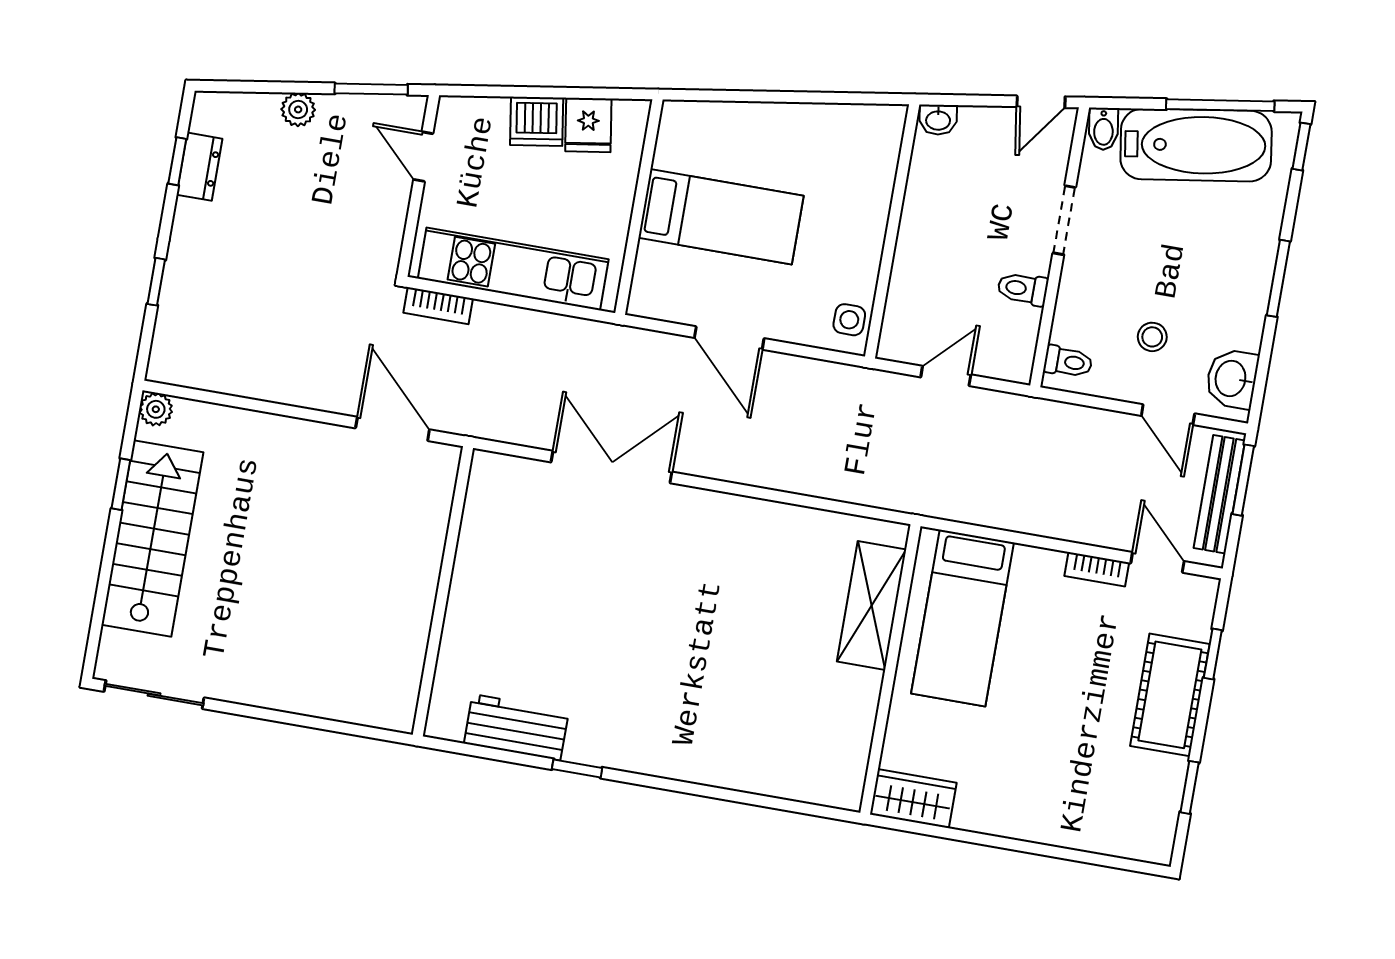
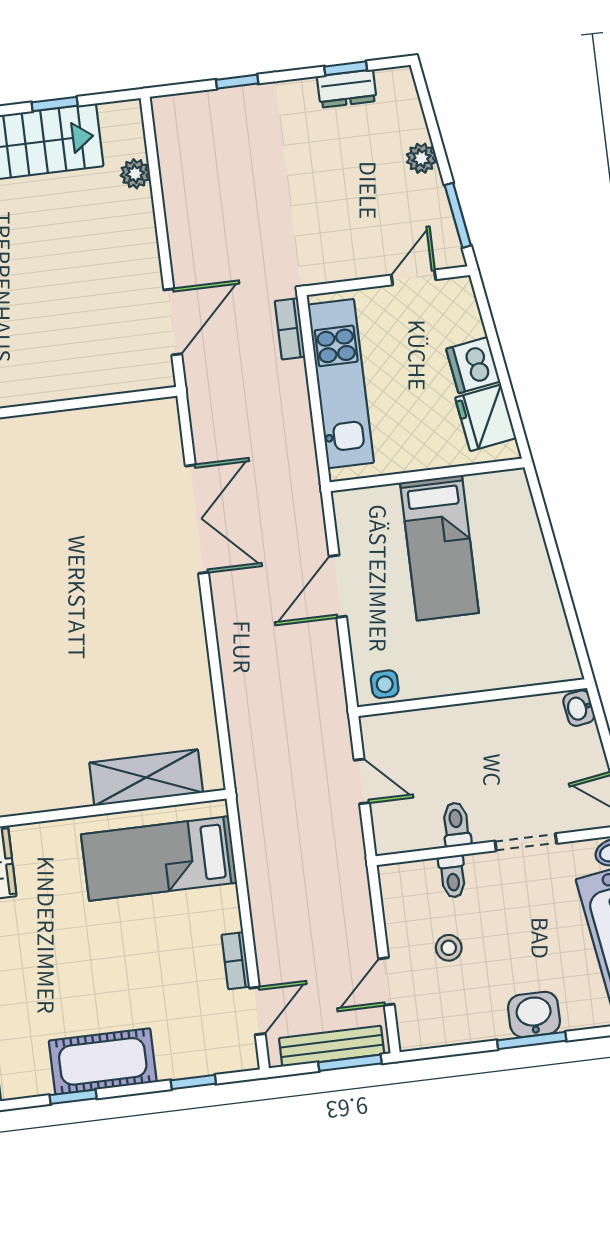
fridge: (588, 125) -> (486, 418), width x1.38
toilet: (1068, 362) -> (453, 876), moved
washbasin: (1232, 379) -> (534, 1014), moved
plant: (156, 409) -> (135, 174), moved
cot: (1170, 695) -> (103, 1061), moved

